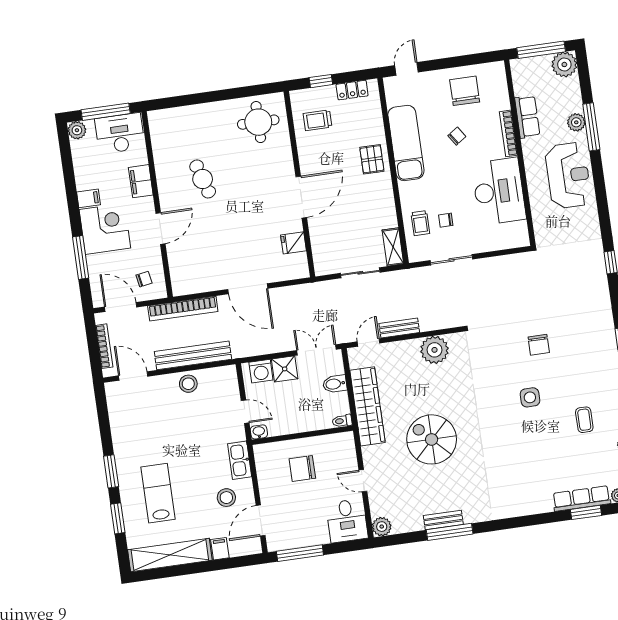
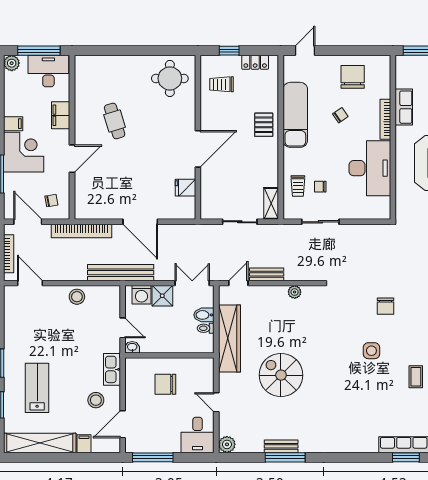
plant: (435, 350) -> (295, 292), width x0.53, depth x0.53
bench: (193, 355) -> (121, 273), moved
toilet: (342, 421) -> (206, 328), moved

